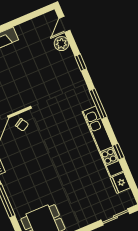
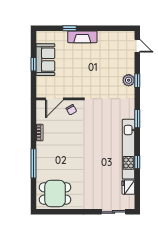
door: (64, 24) -> (137, 46), swing flipped
plant: (61, 44) -> (129, 80), moved
window: (98, 104) -> (137, 119), width x0.69

